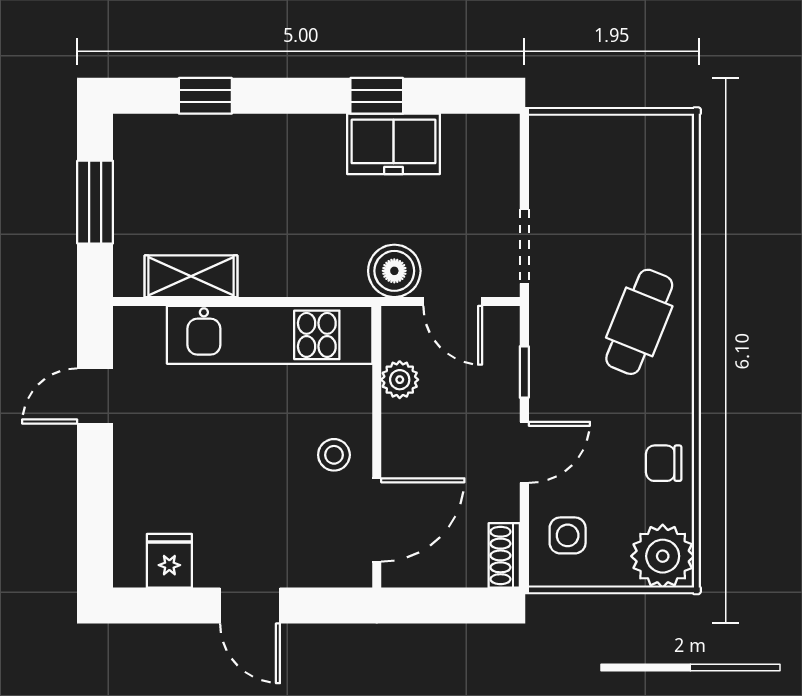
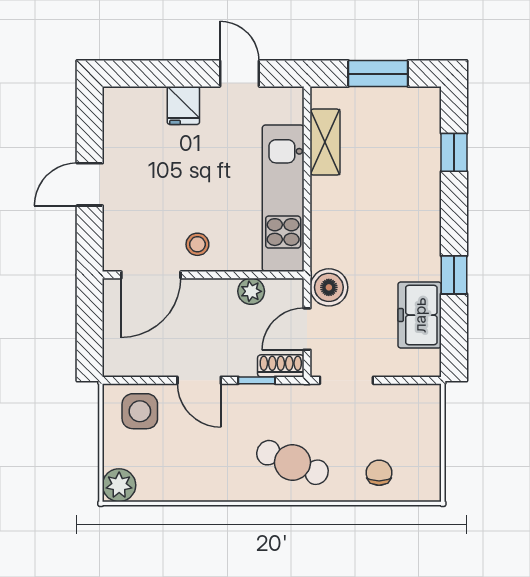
freezer: (394, 144) -> (420, 315), moved
chair: (664, 463) -> (379, 473), moved
door: (377, 520) -> (151, 275), hinge flipped
side table: (568, 535) -> (140, 411), width x1.37, depth x1.37
shoe rack: (504, 555) -> (281, 366), moved
plant: (663, 556) -> (119, 485), width x0.73, depth x0.73
fridge: (169, 561) -> (183, 105), moved, turned 90

